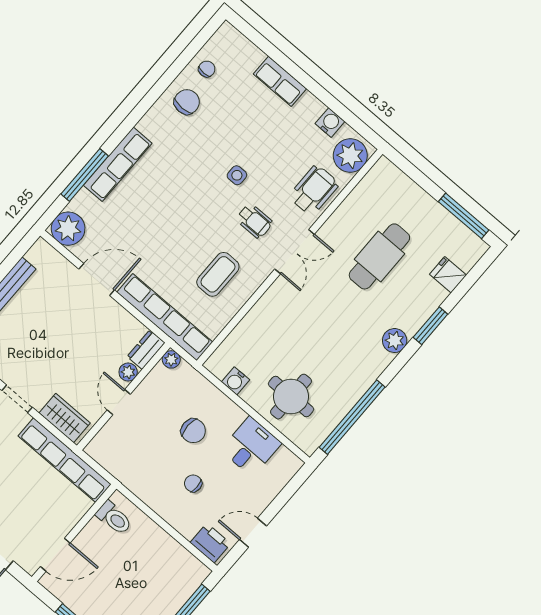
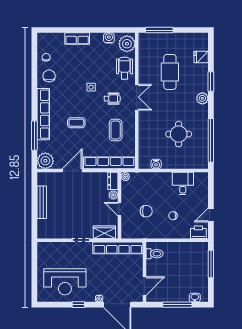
row of seats: (118, 164) -> (43, 114), width x1.36
coffee table: (167, 211) -> (76, 123), added
window: (464, 216) -> (159, 30), moved
round table: (291, 397) -> (179, 134), moved
chair: (193, 431) -> (146, 211), moved

